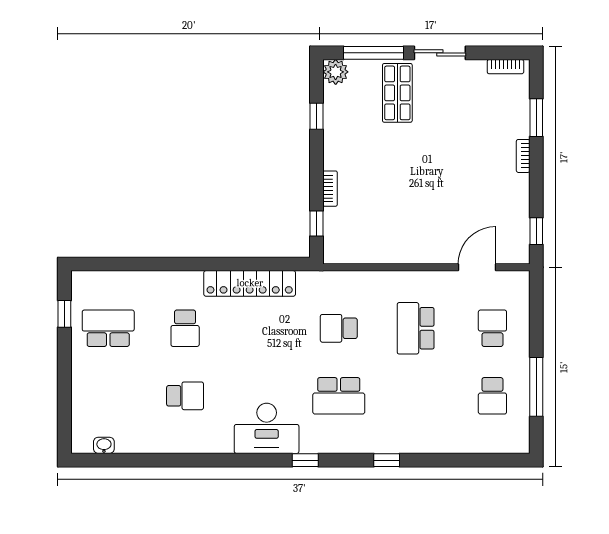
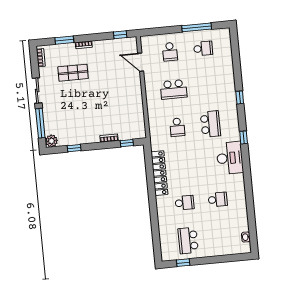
shop shelf: (397, 93) -> (73, 73), moved
school desk: (492, 328) -> (170, 52), turned -90
school desk: (185, 396) -> (218, 200), turned 90

